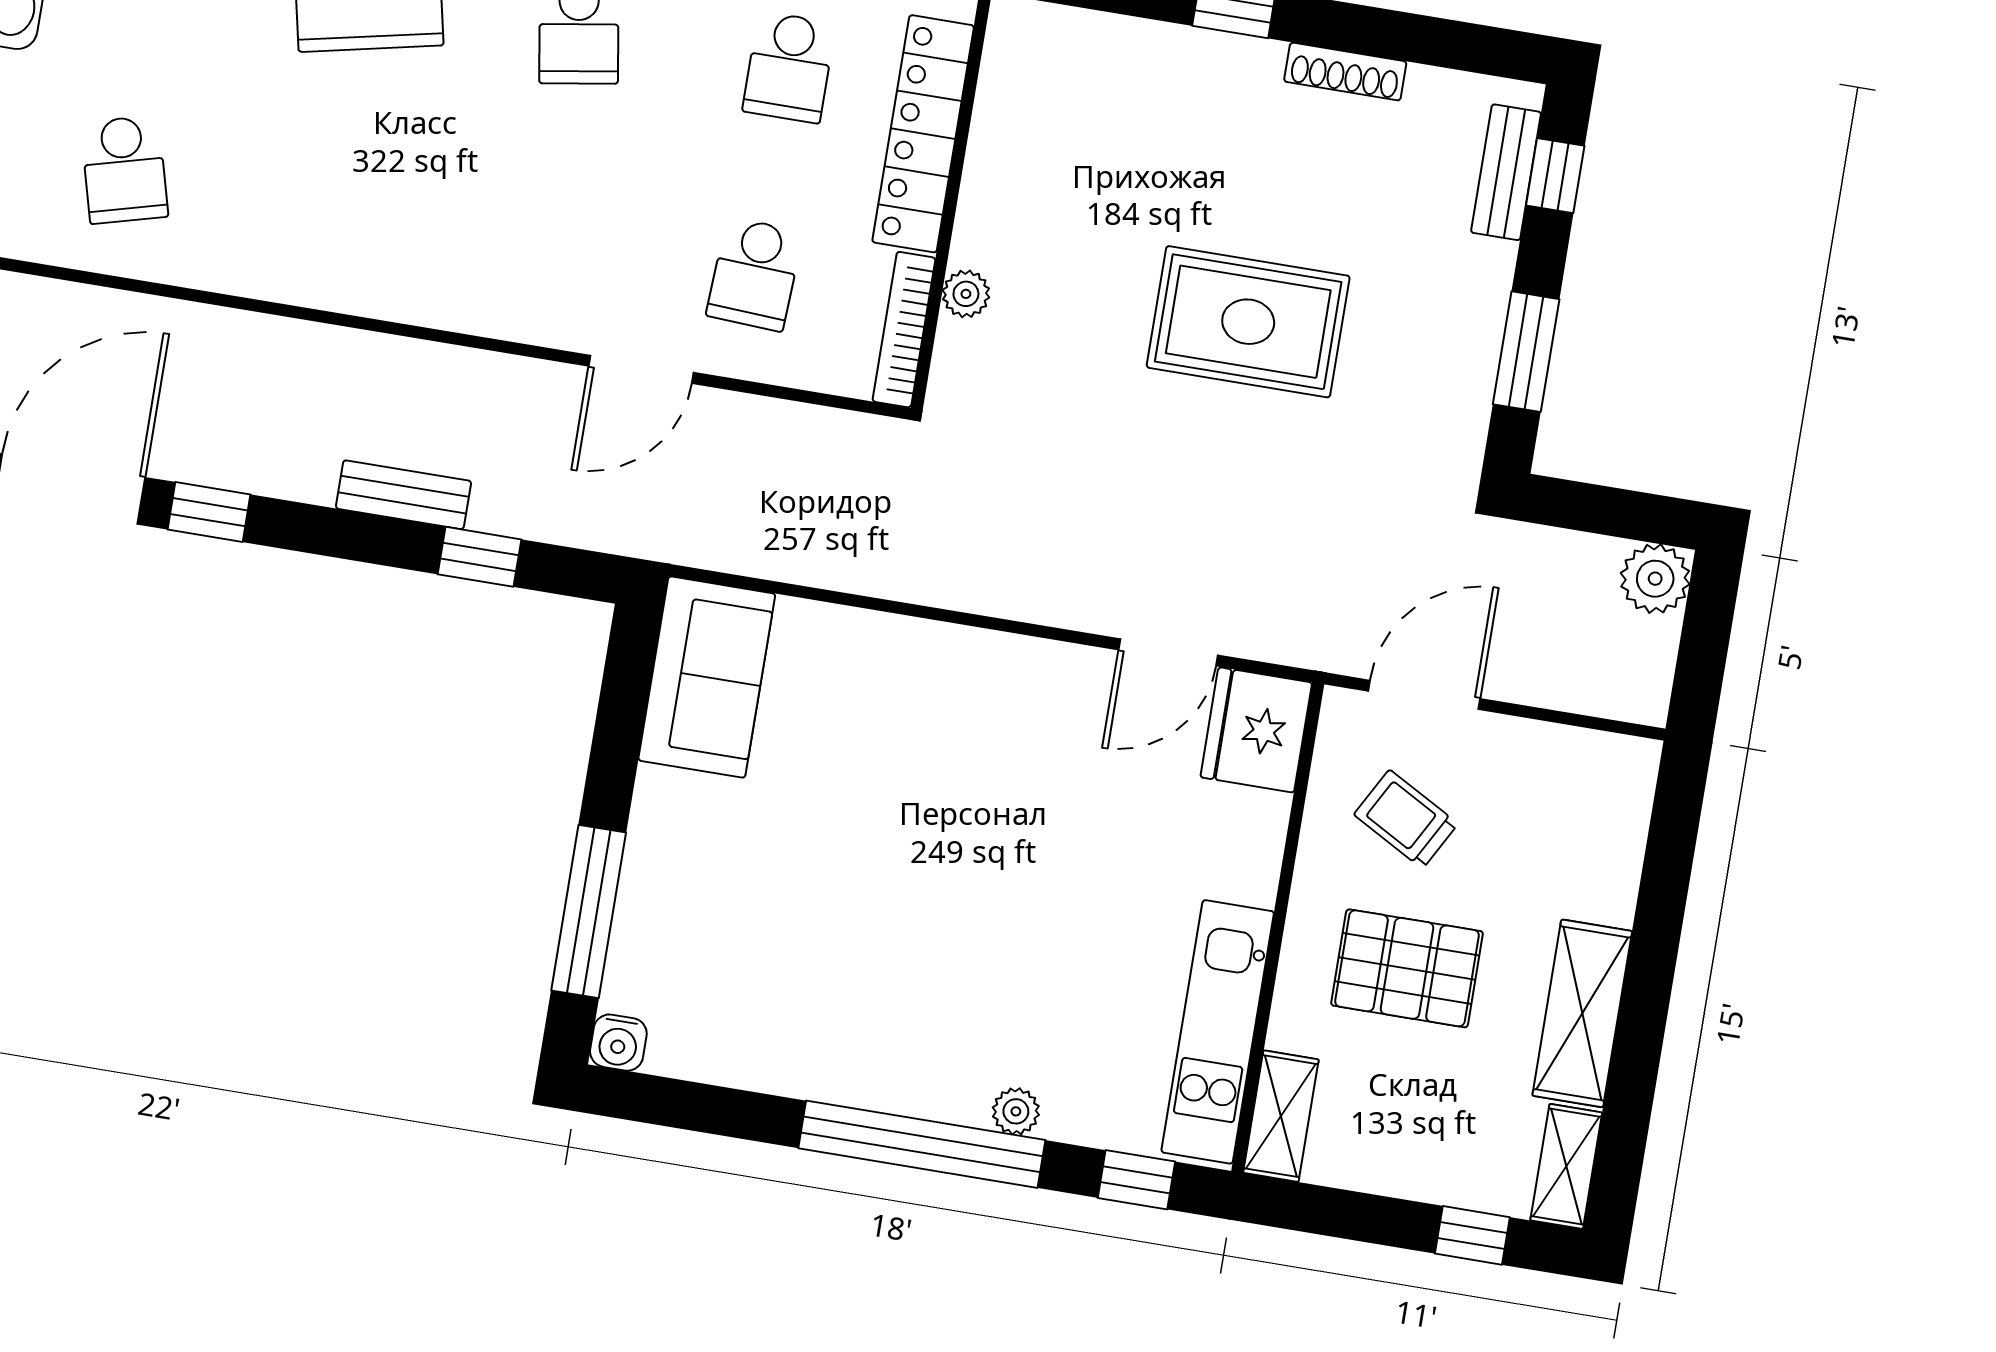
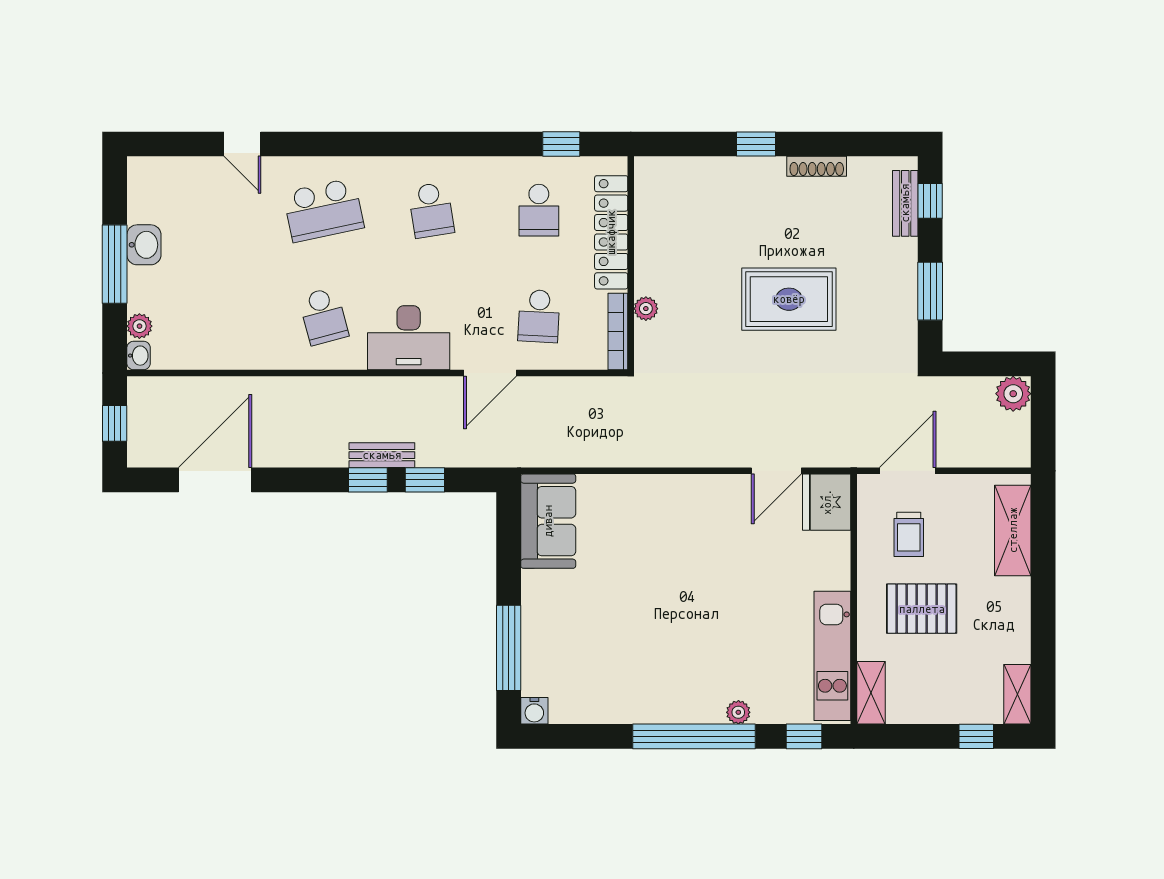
school desk: (124, 170) -> (323, 316), moved
desk: (494, 274) -> (409, 338), added
window: (209, 512) -> (368, 480), moved
trolley: (1406, 819) -> (909, 534), turned -119
shelving: (1582, 1013) -> (1013, 530), moved

